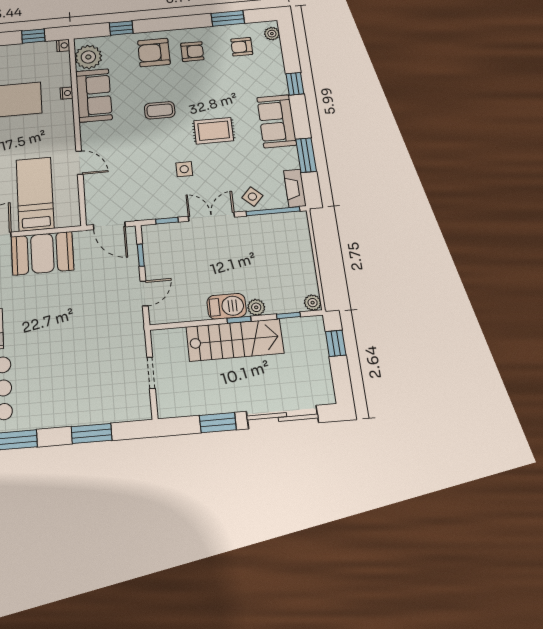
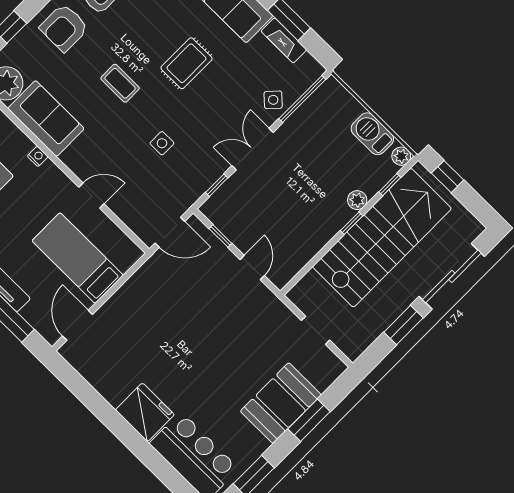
nightstand: (67, 93) -> (38, 156), moved
coffee table: (160, 110) -> (120, 83), turned 90
side table: (184, 169) -> (162, 143), moved
fireplace: (295, 188) -> (284, 40), moved
booth: (42, 253) -> (281, 403), moved
barbecue: (227, 306) -> (372, 134), moved, turned -90
stairs: (235, 340) -> (382, 238), width x1.36, depth x1.51

